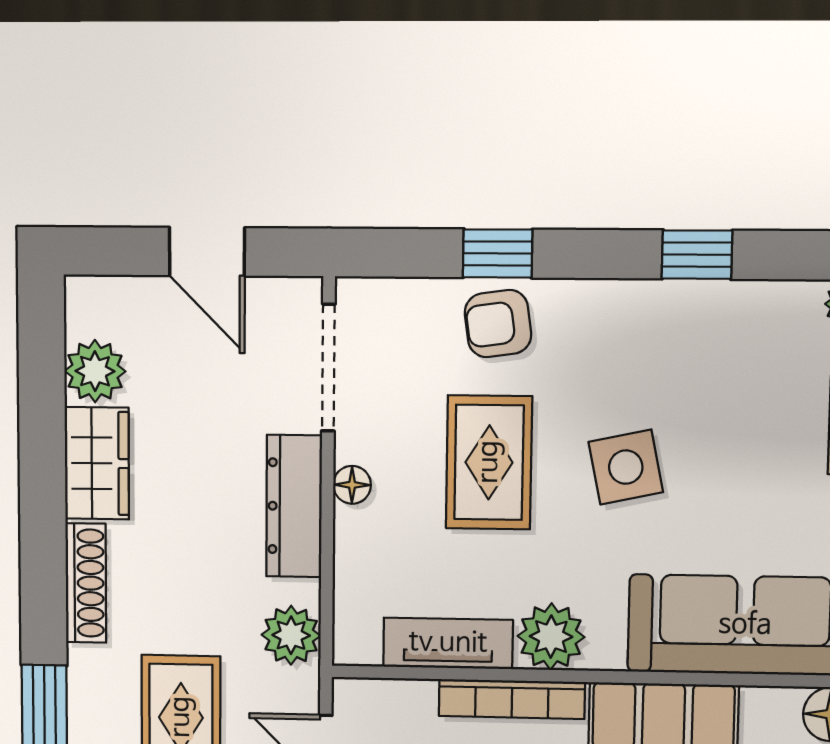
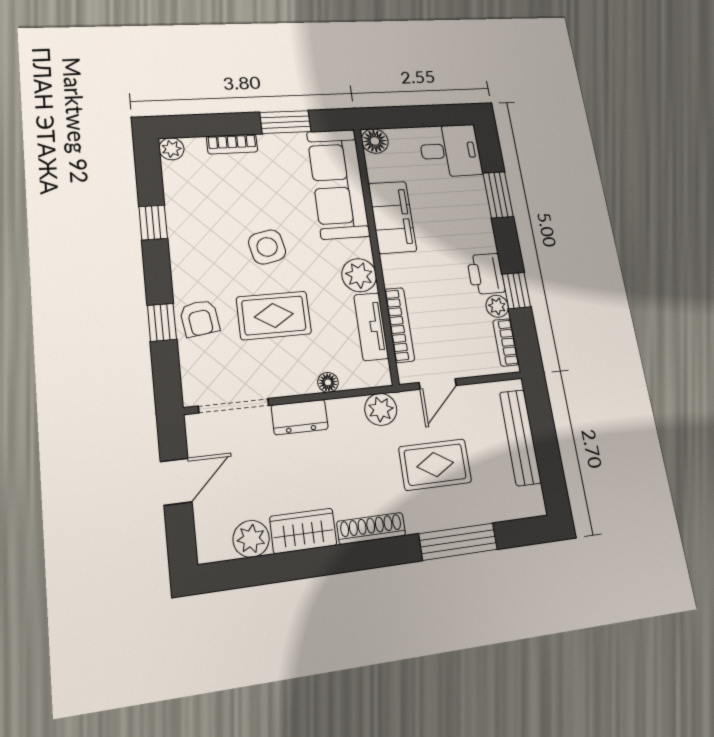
floor lamp: (352, 485) -> (328, 382), moved
dresser: (294, 506) -> (300, 417), width x0.70
bookcase: (512, 699) -> (399, 325), moved

